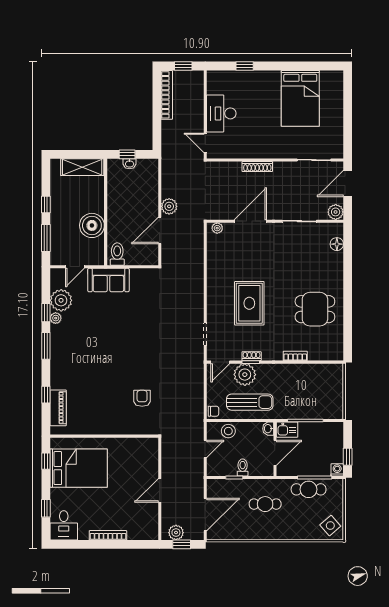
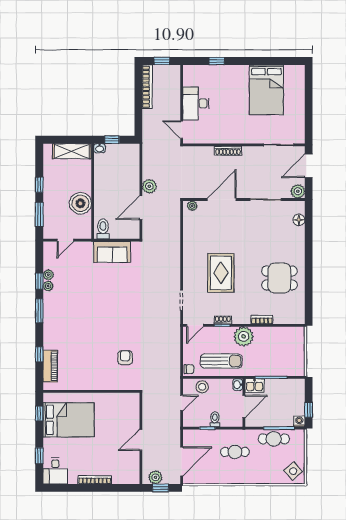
washbasin: (130, 164) -> (100, 148), moved
sofa: (108, 280) -> (112, 252), moved
plant: (61, 300) -> (48, 275), width x0.53, depth x0.53
plant: (245, 375) -> (244, 336), moved

